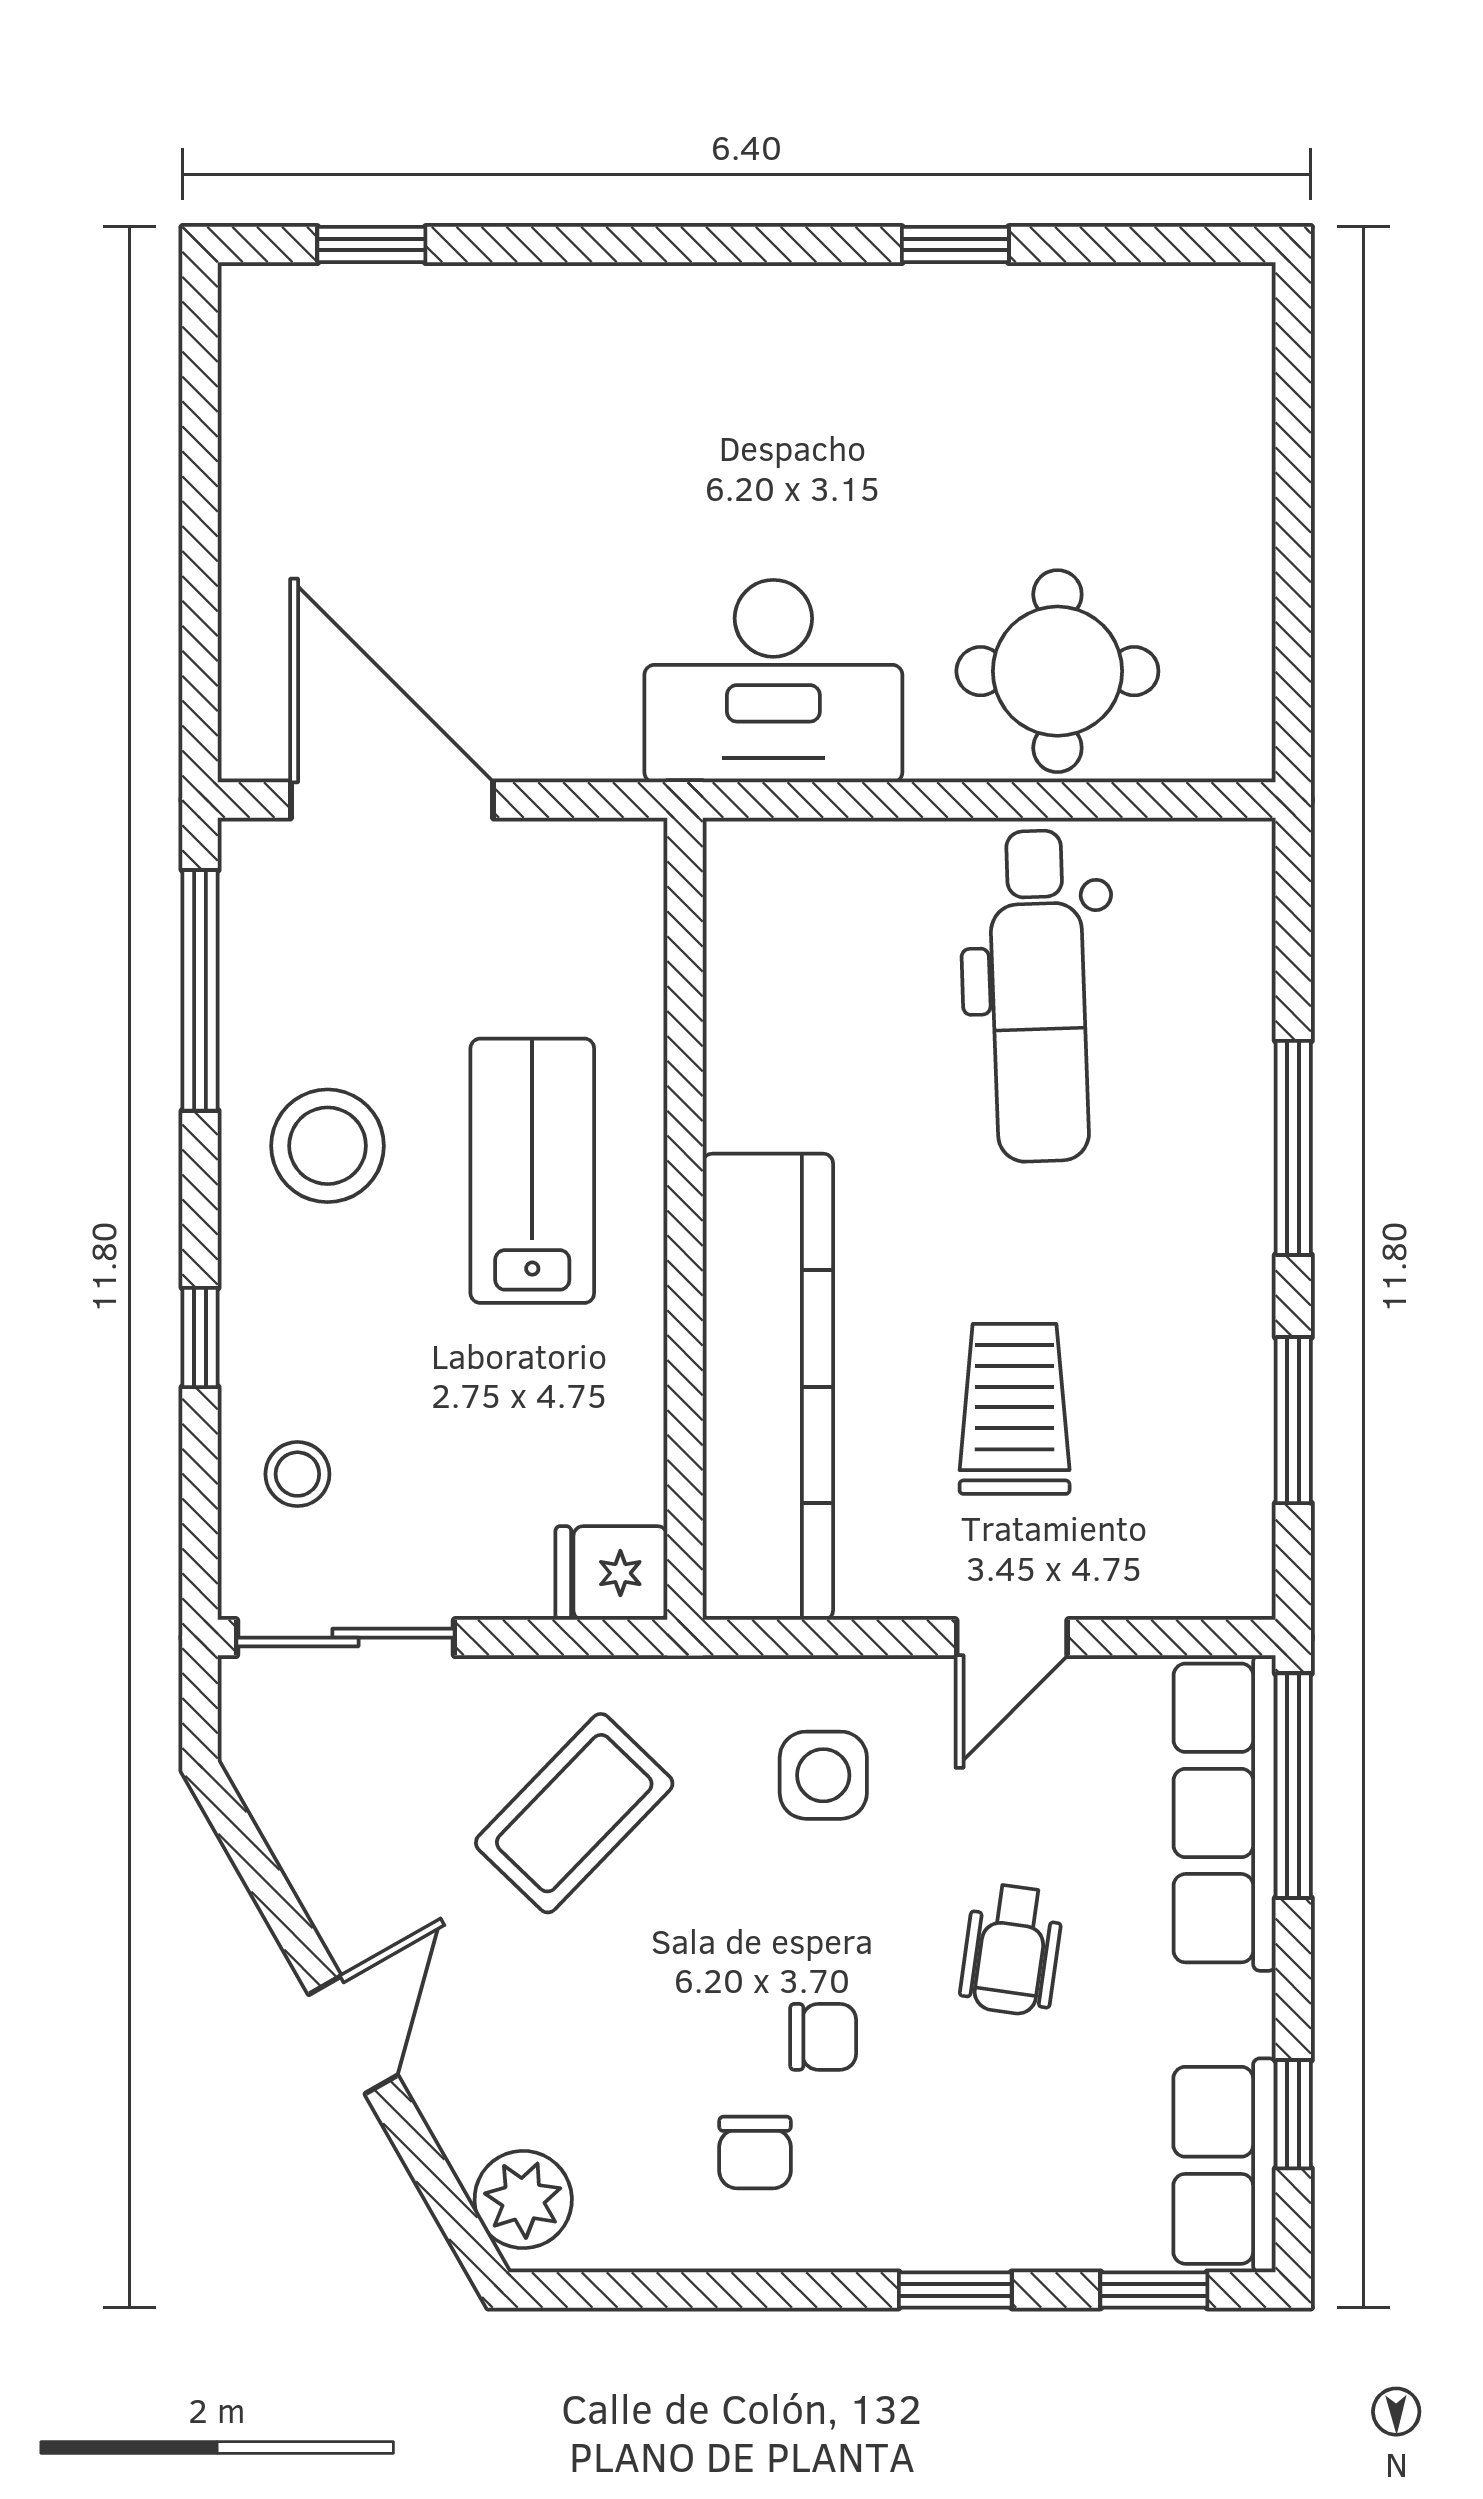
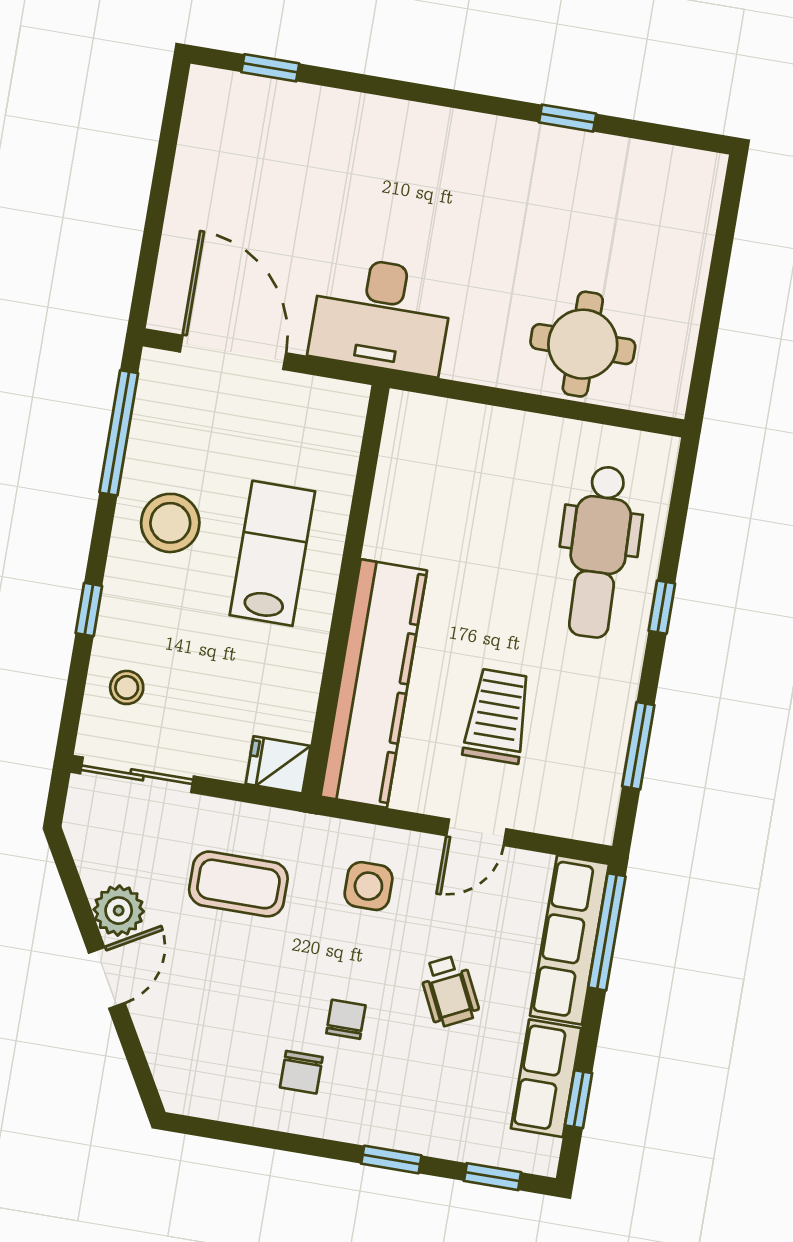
desk: (773, 681) -> (381, 315), moved
dental chair: (1039, 996) -> (599, 552), moved
window: (1293, 1148) -> (662, 607), width x0.46
coffee table: (574, 1813) -> (238, 884), turned 46
wheelchair: (1012, 1950) -> (449, 991), turned -34
chair: (823, 2037) -> (346, 1019), turned -90
row of seats: (1224, 2165) -> (546, 1078), moved
plant: (523, 2199) -> (119, 911), moved

